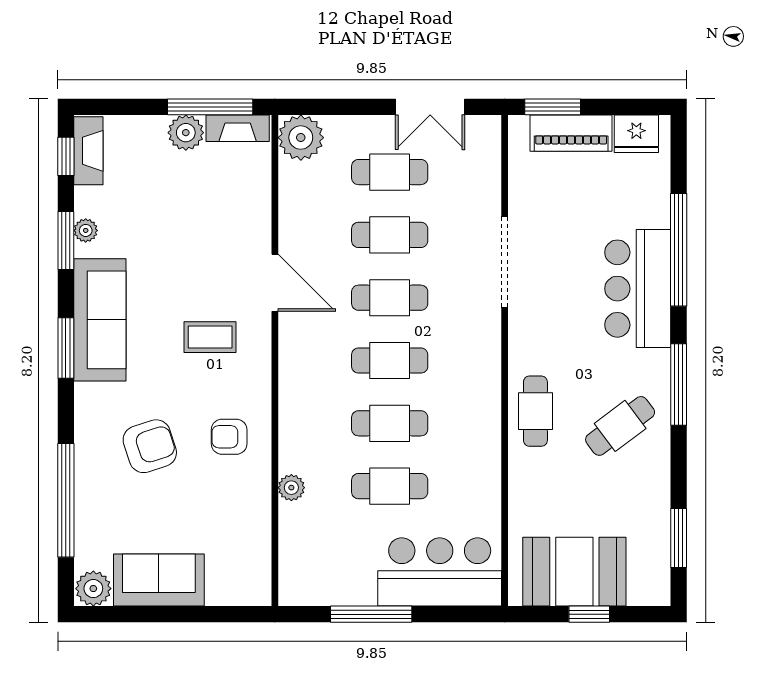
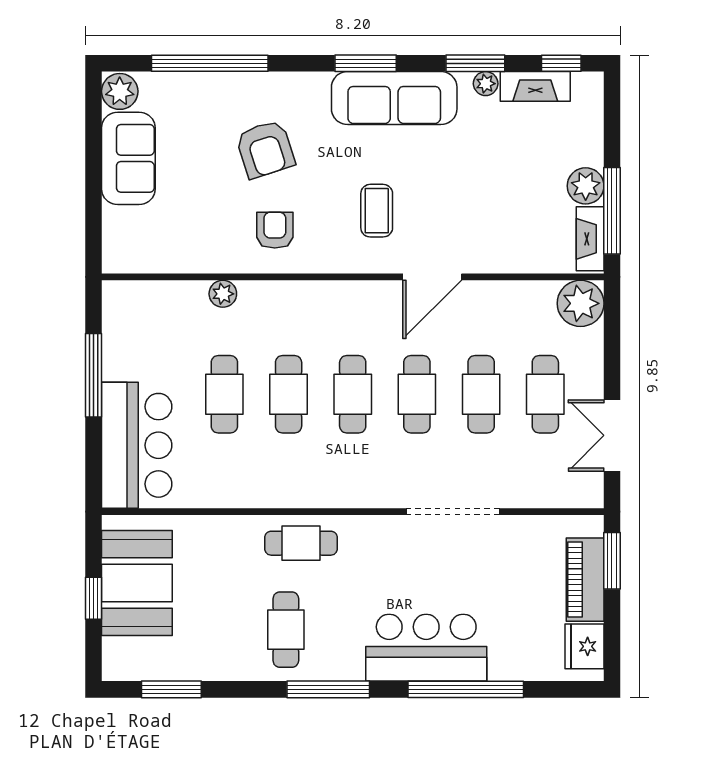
fireplace: (88, 151) -> (535, 86), moved
cafe table: (620, 426) -> (286, 630), turned 37

